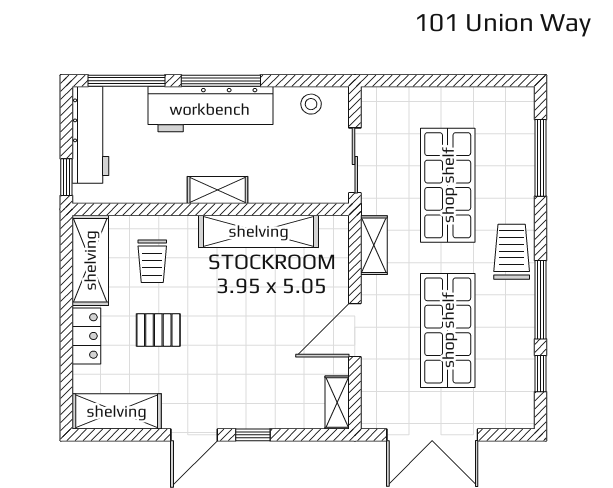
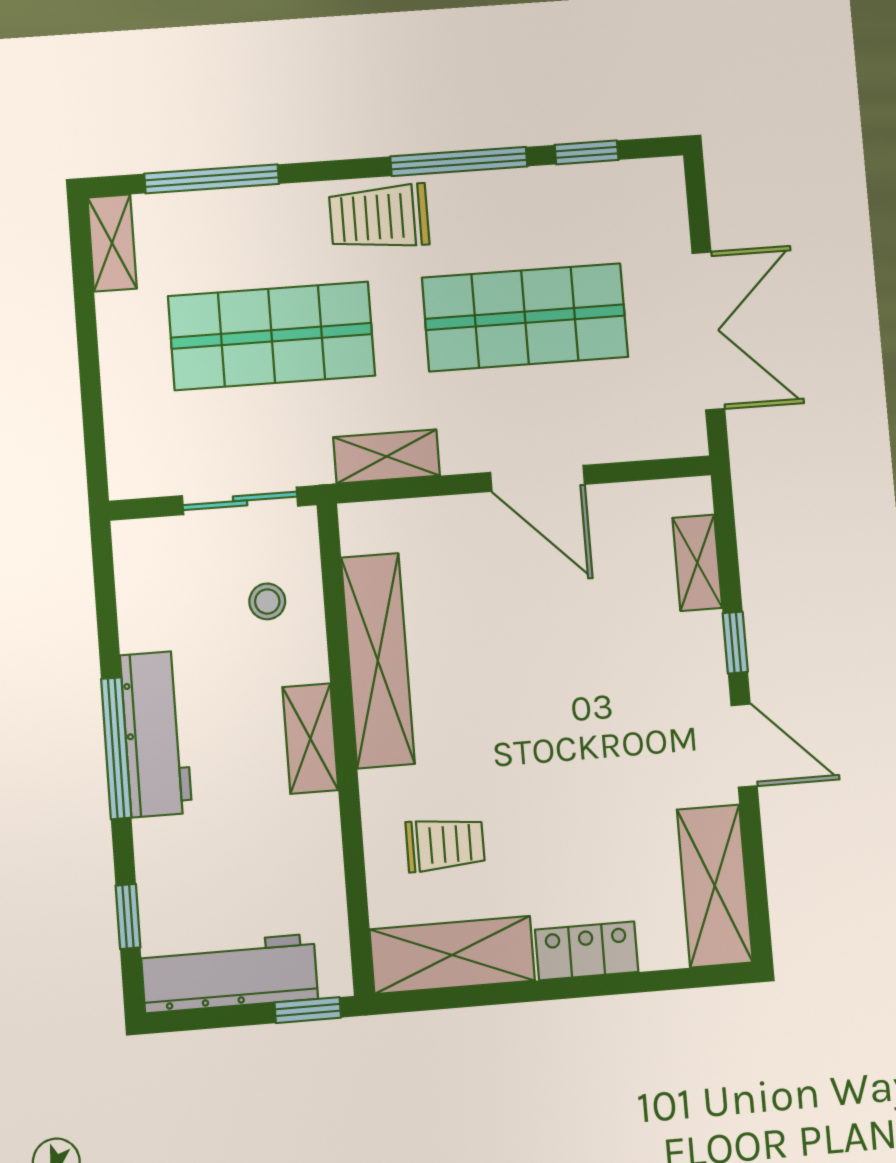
window: (127, 81) -> (128, 916), width x0.46
shelving: (508, 99) -> (112, 243), added
stool: (311, 104) -> (267, 601), moved
workbench: (210, 109) -> (156, 734), width x0.73, depth x0.76
pallet: (158, 330) -> (566, 824), removed
shelving: (337, 403) -> (697, 563), moved, turned 90

